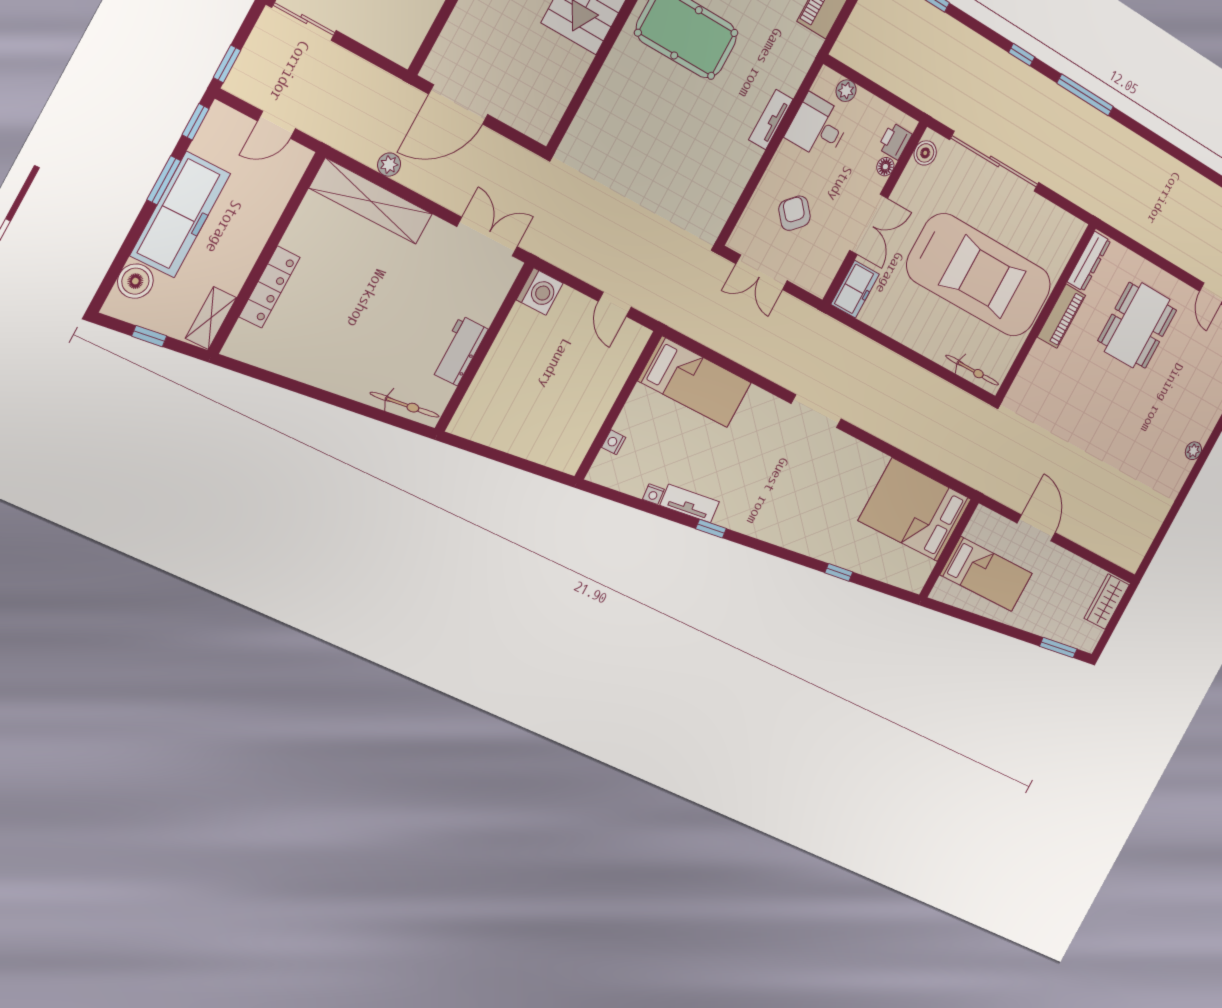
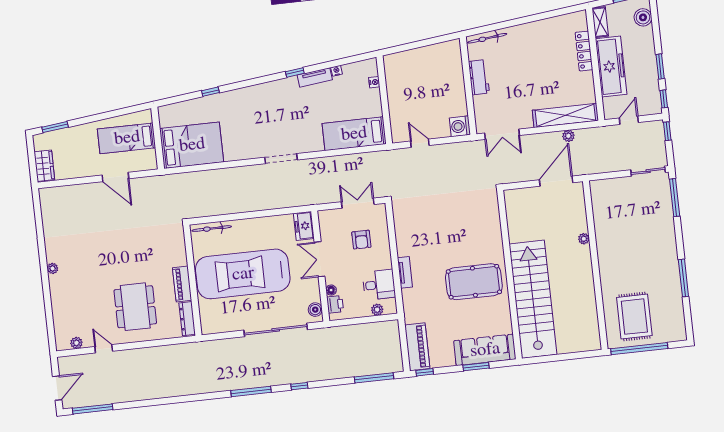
armchair: (794, 213) -> (361, 240), turned 43
freezer: (180, 215) -> (611, 67), moved, turned 180

